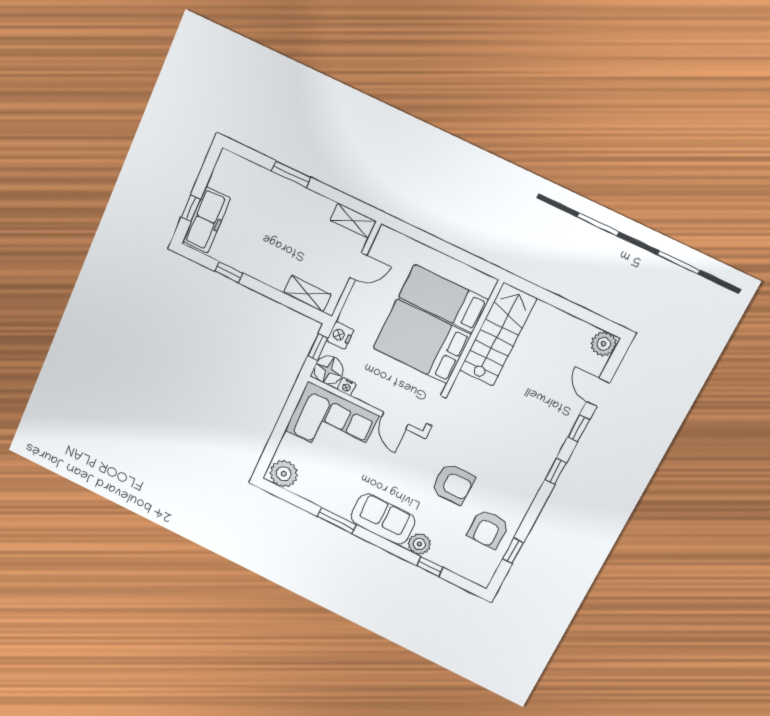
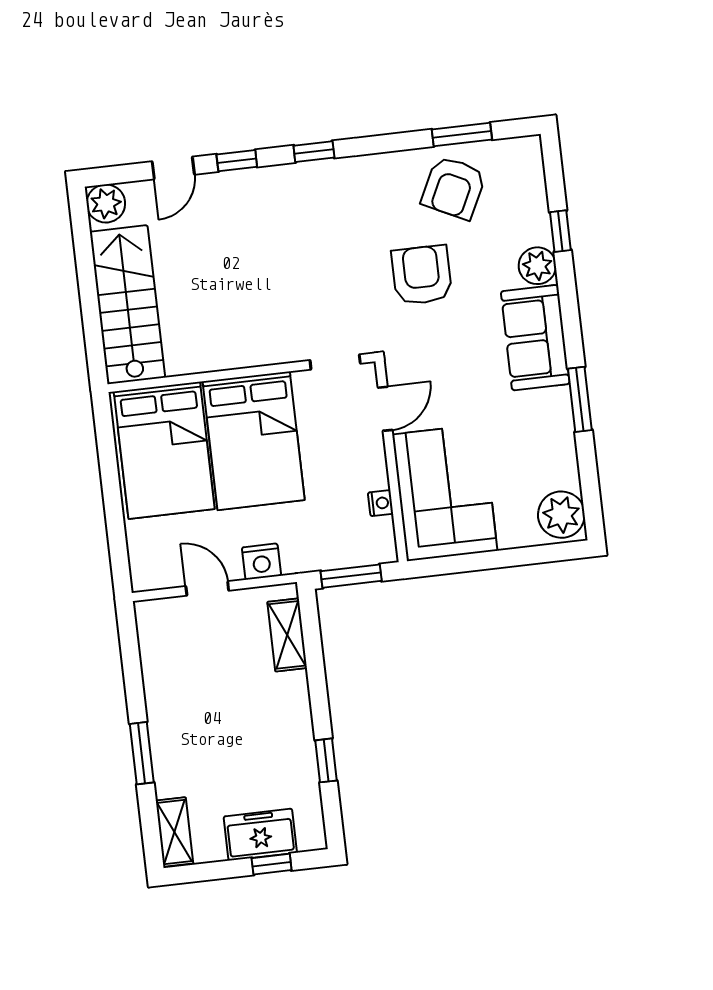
freezer: (207, 220) -> (260, 835), width x0.71
shelving: (353, 221) -> (174, 832), moved
bed: (443, 299) -> (164, 450), width x1.50
nightstand: (340, 335) -> (261, 562), moved
stairs: (498, 335) -> (127, 305), moved, turned 90
window: (318, 347) -> (351, 576), width x1.50
floor lamp: (329, 370) -> (373, 542), removed
armchair: (488, 529) -> (454, 188), turned 116
window: (513, 551) -> (462, 135), width x1.50

